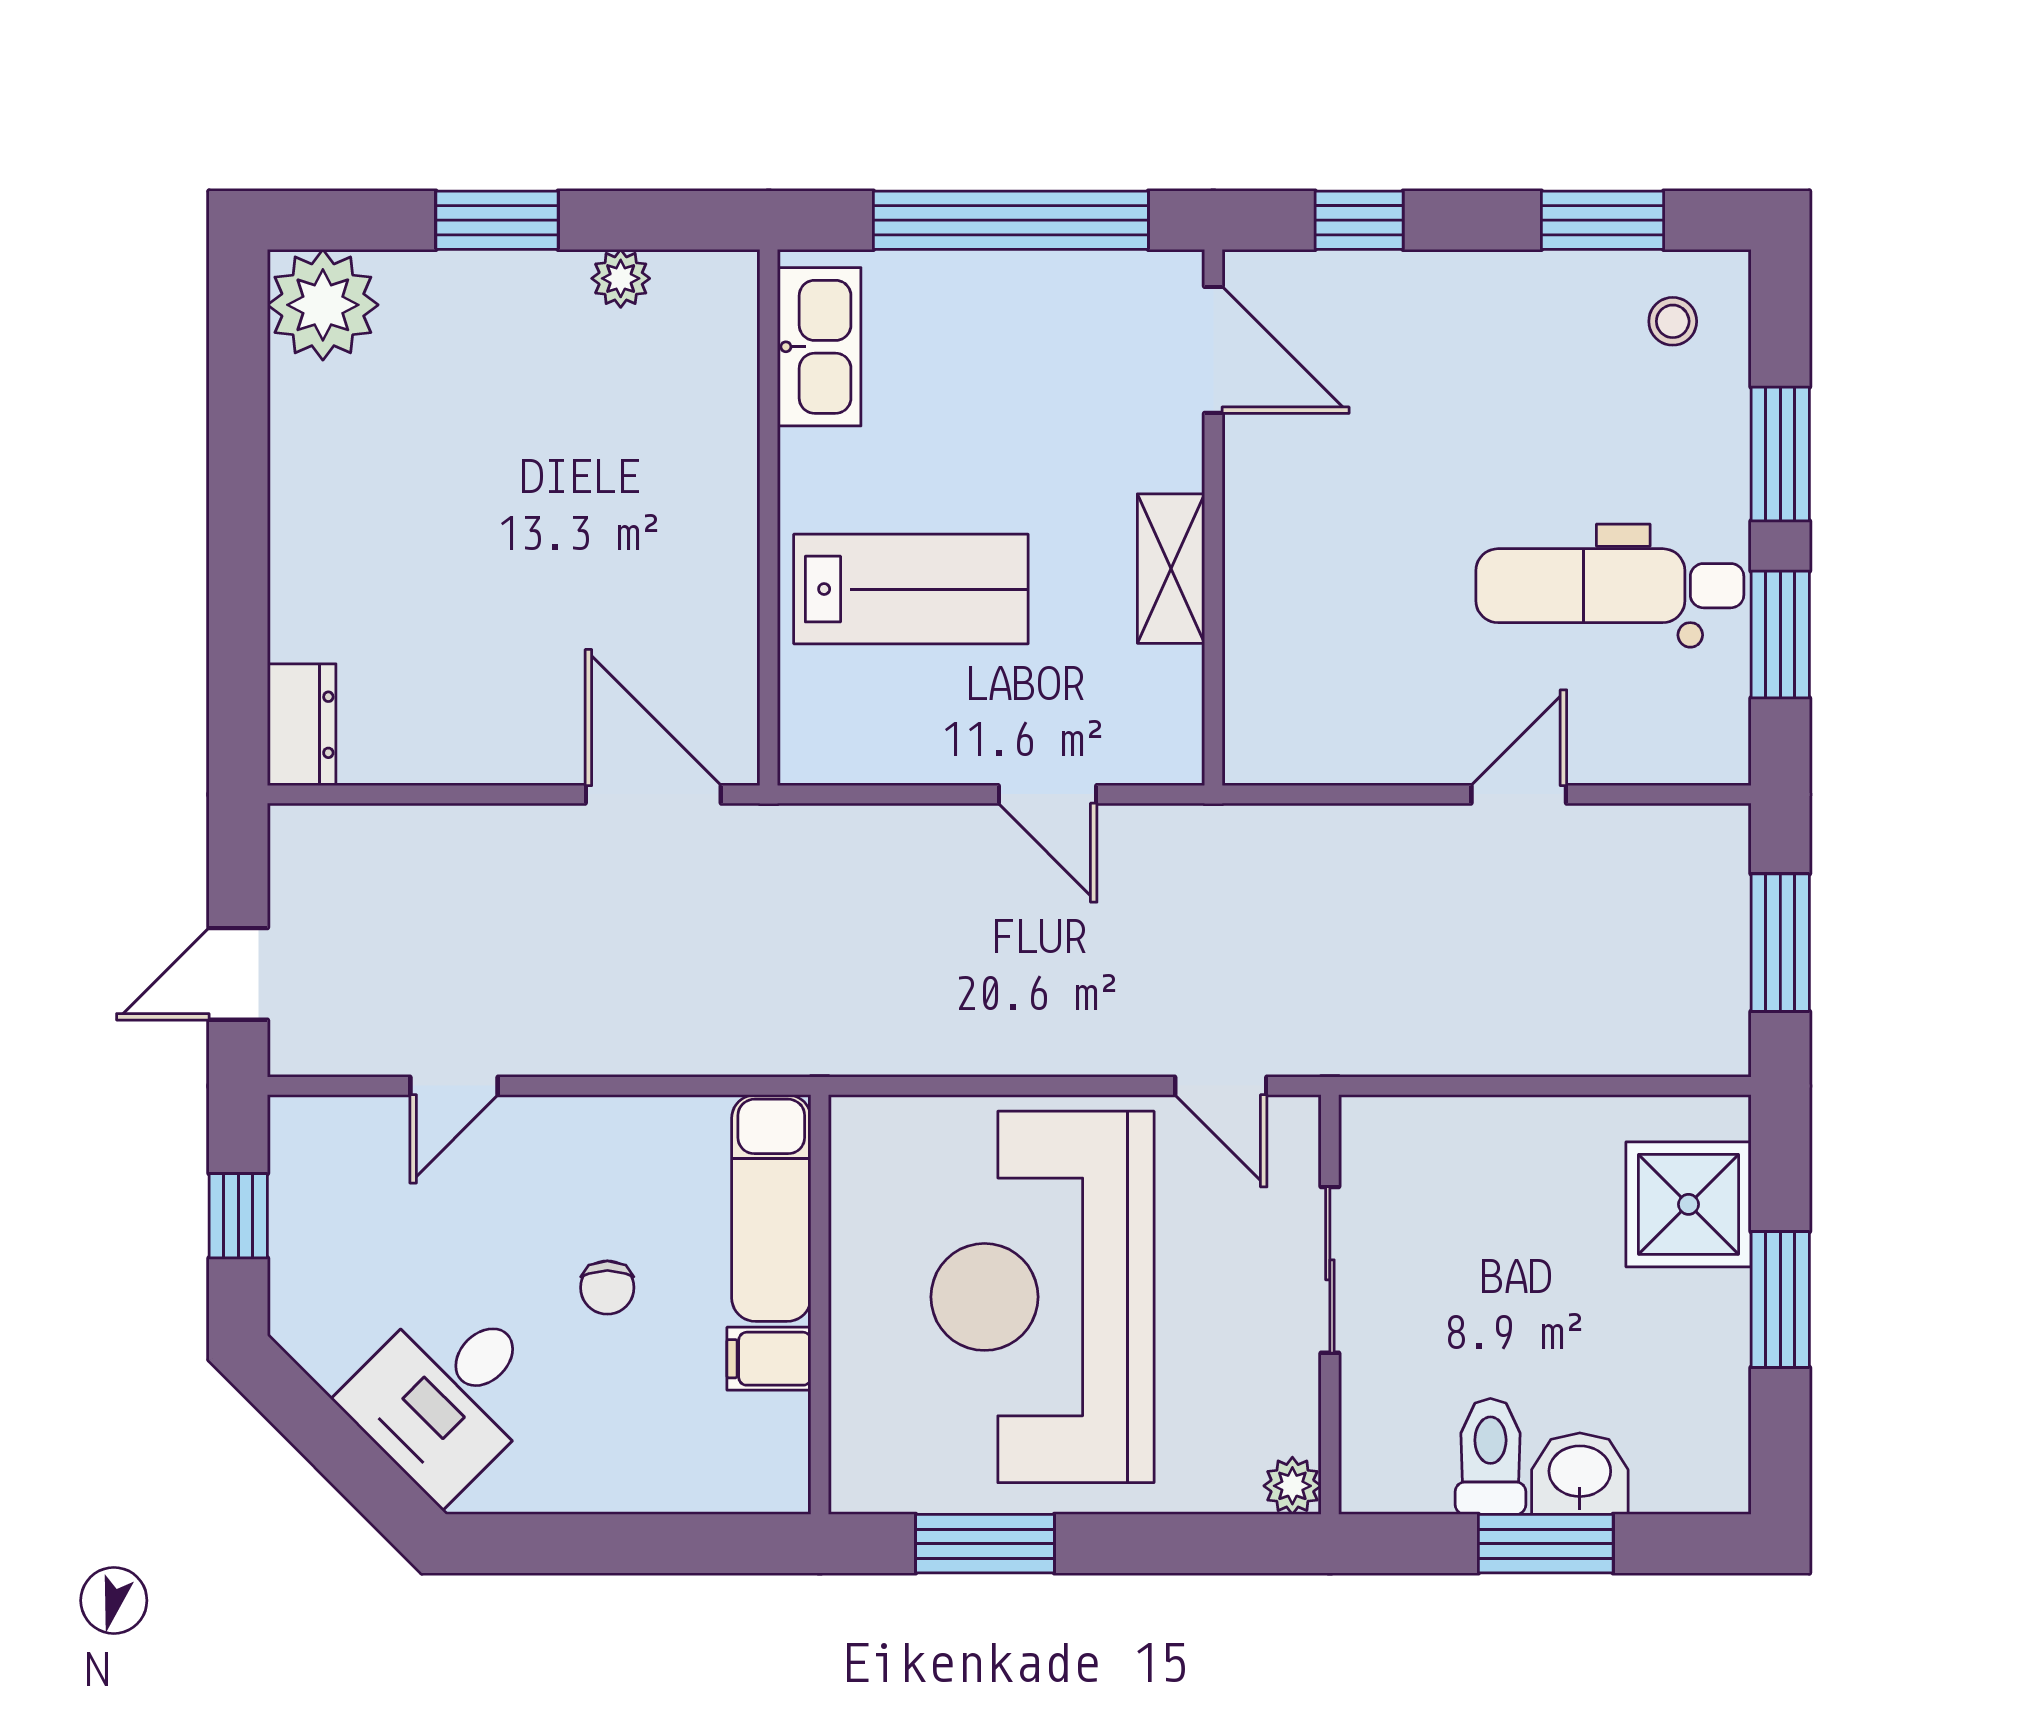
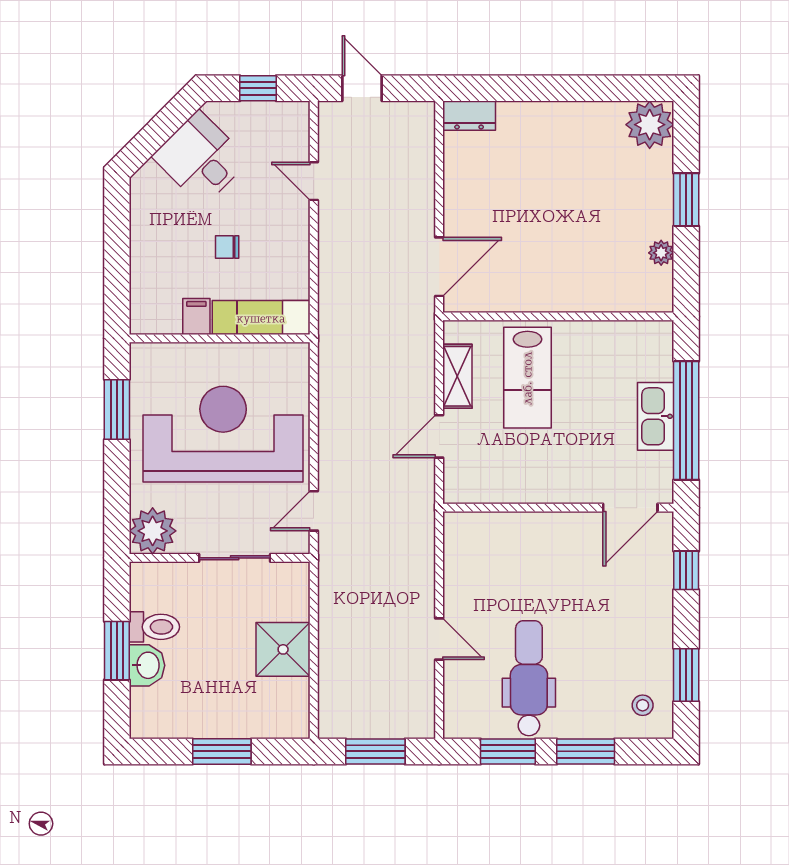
kitchen sink: (819, 347) -> (656, 416), moved, turned 90
shelving: (1171, 569) -> (457, 376), moved, turned 90
shower: (1688, 1204) -> (283, 649), moved
desk: (447, 1395) -> (201, 158), moved
plant: (1292, 1486) -> (153, 531), width x1.88, depth x1.88

